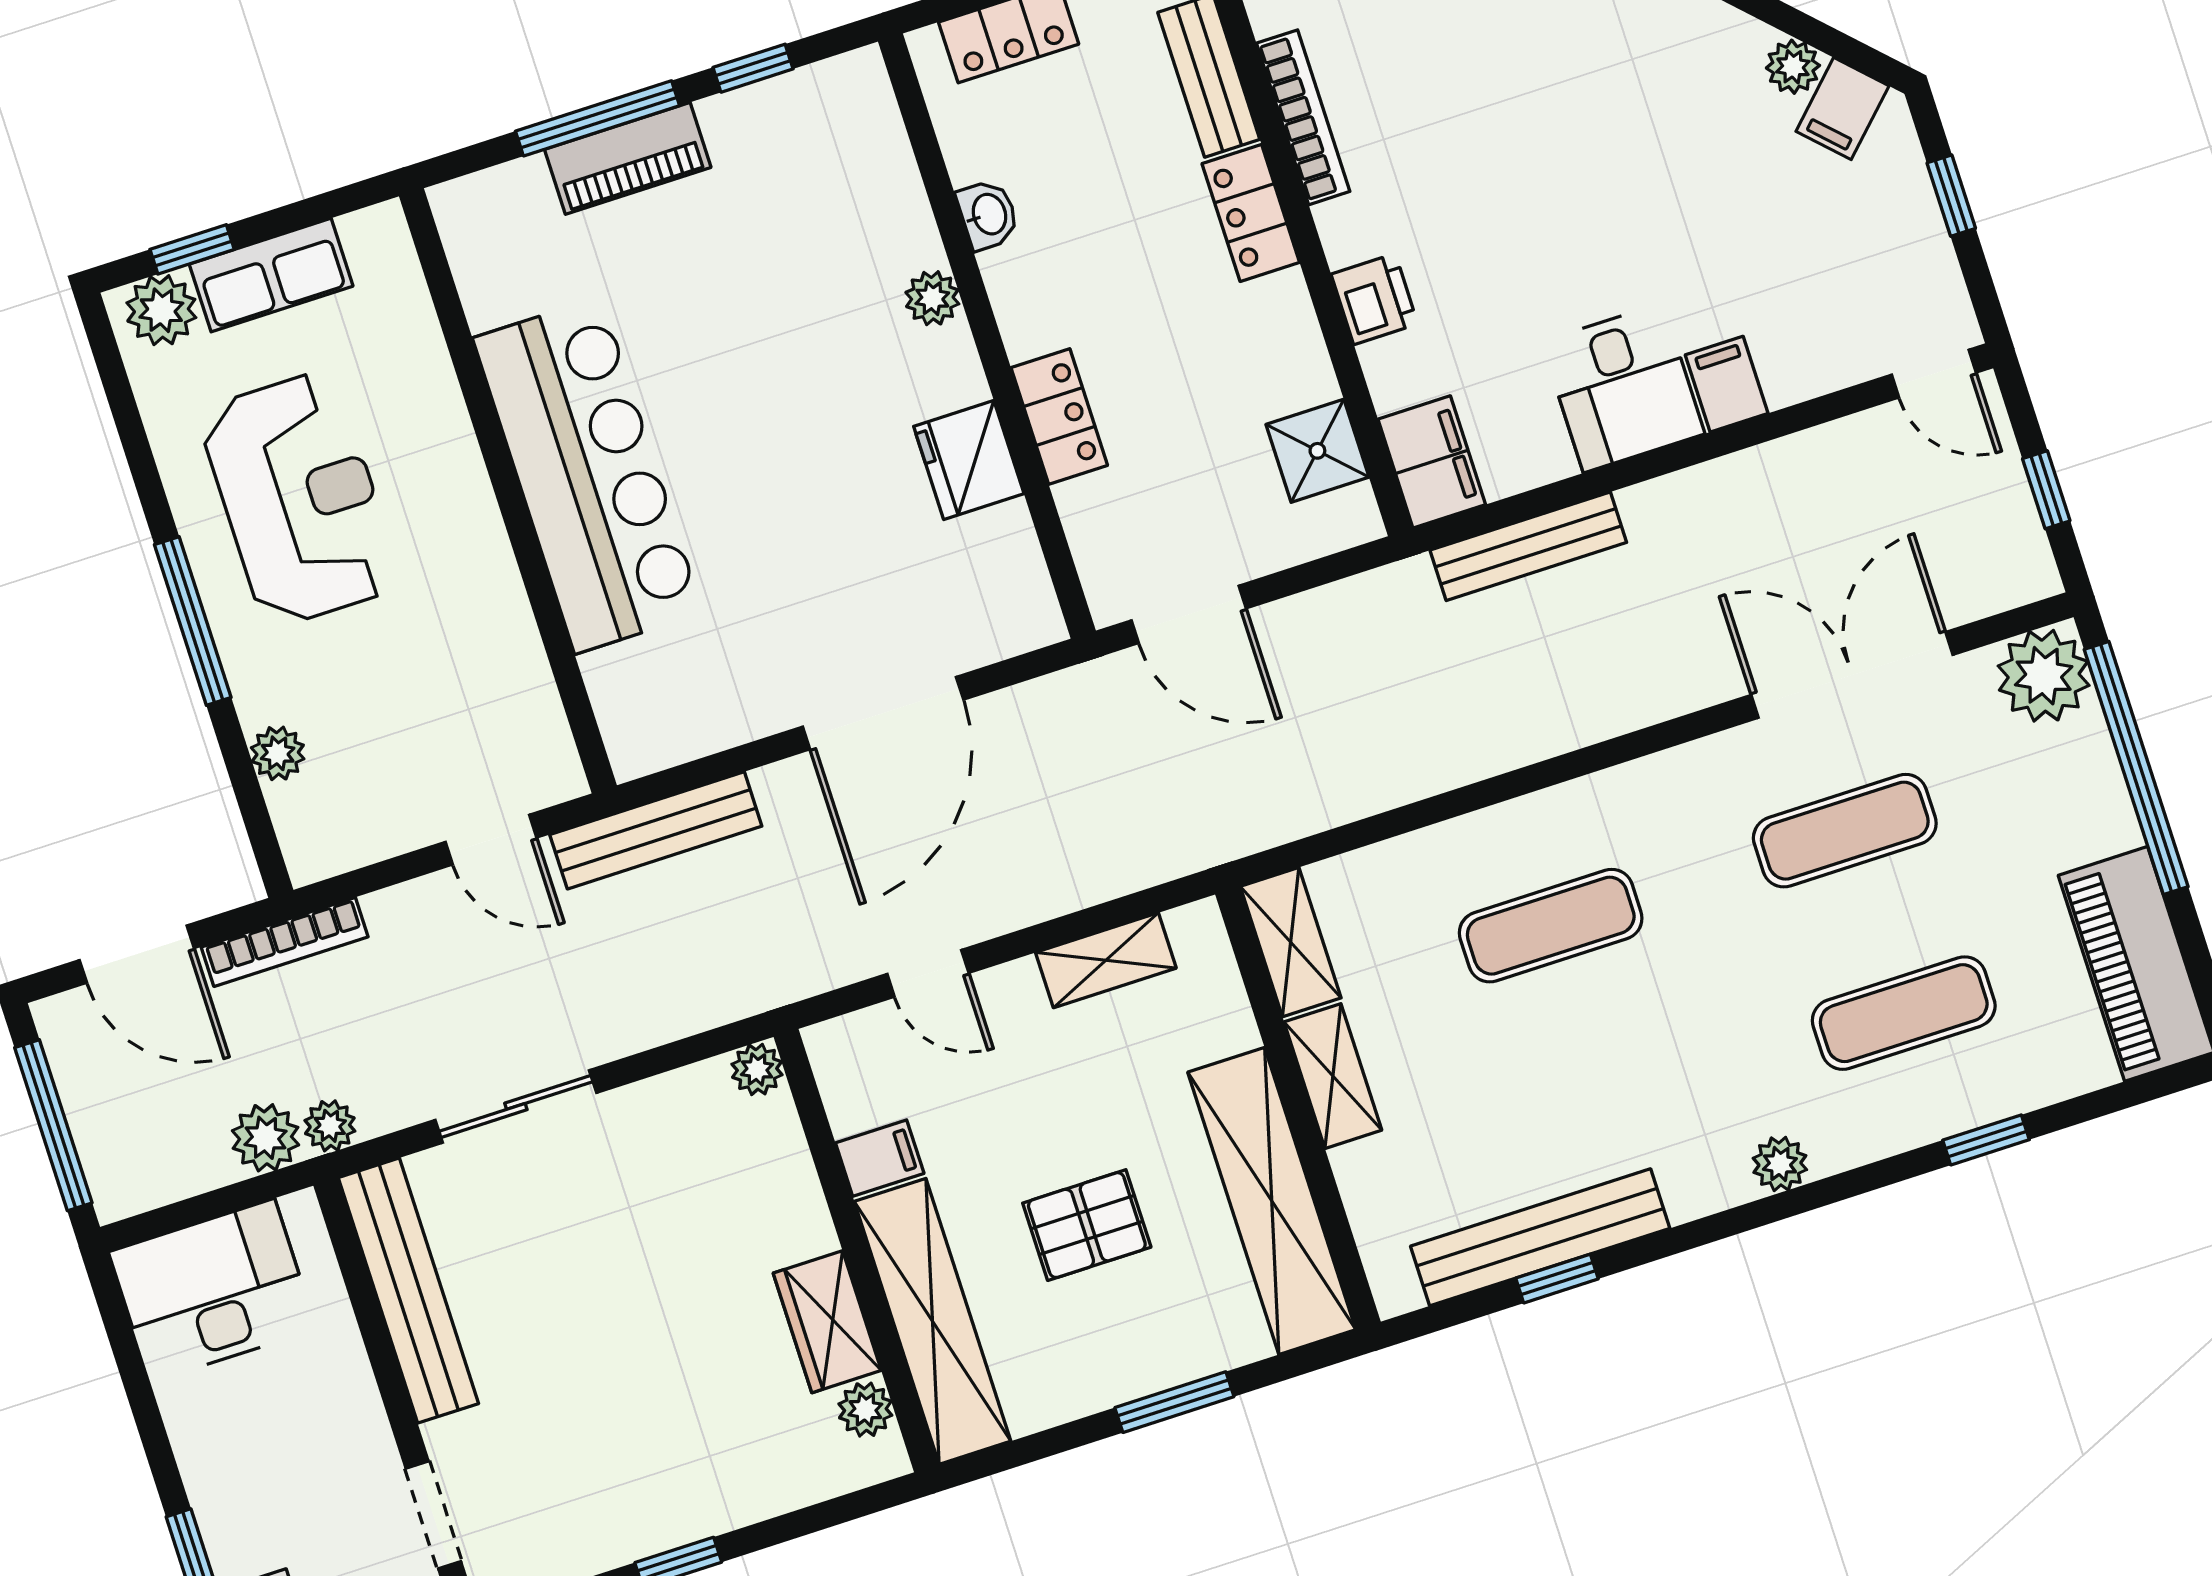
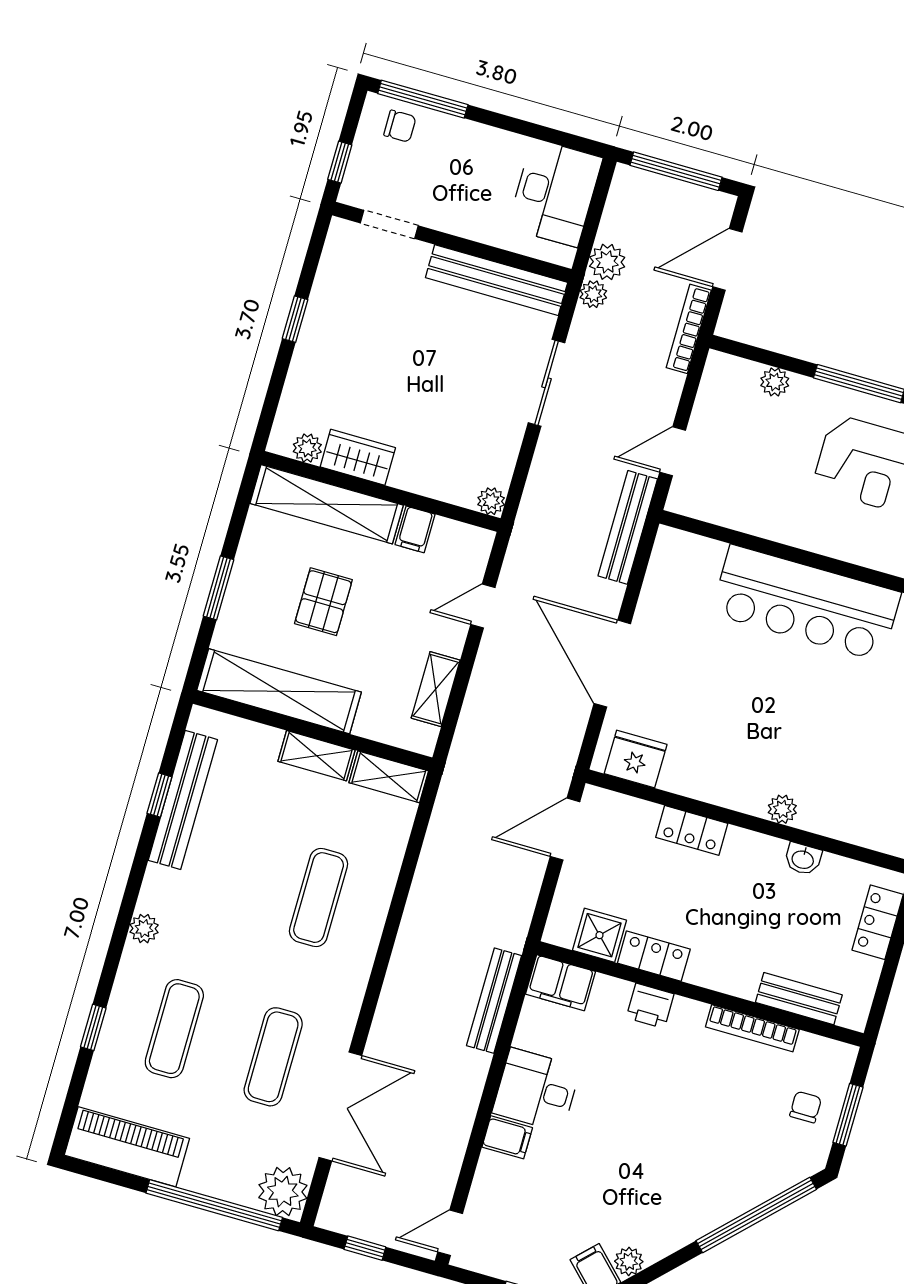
locker: (1251, 213) -> (654, 956), moved
fridge: (969, 460) -> (636, 759), moved

